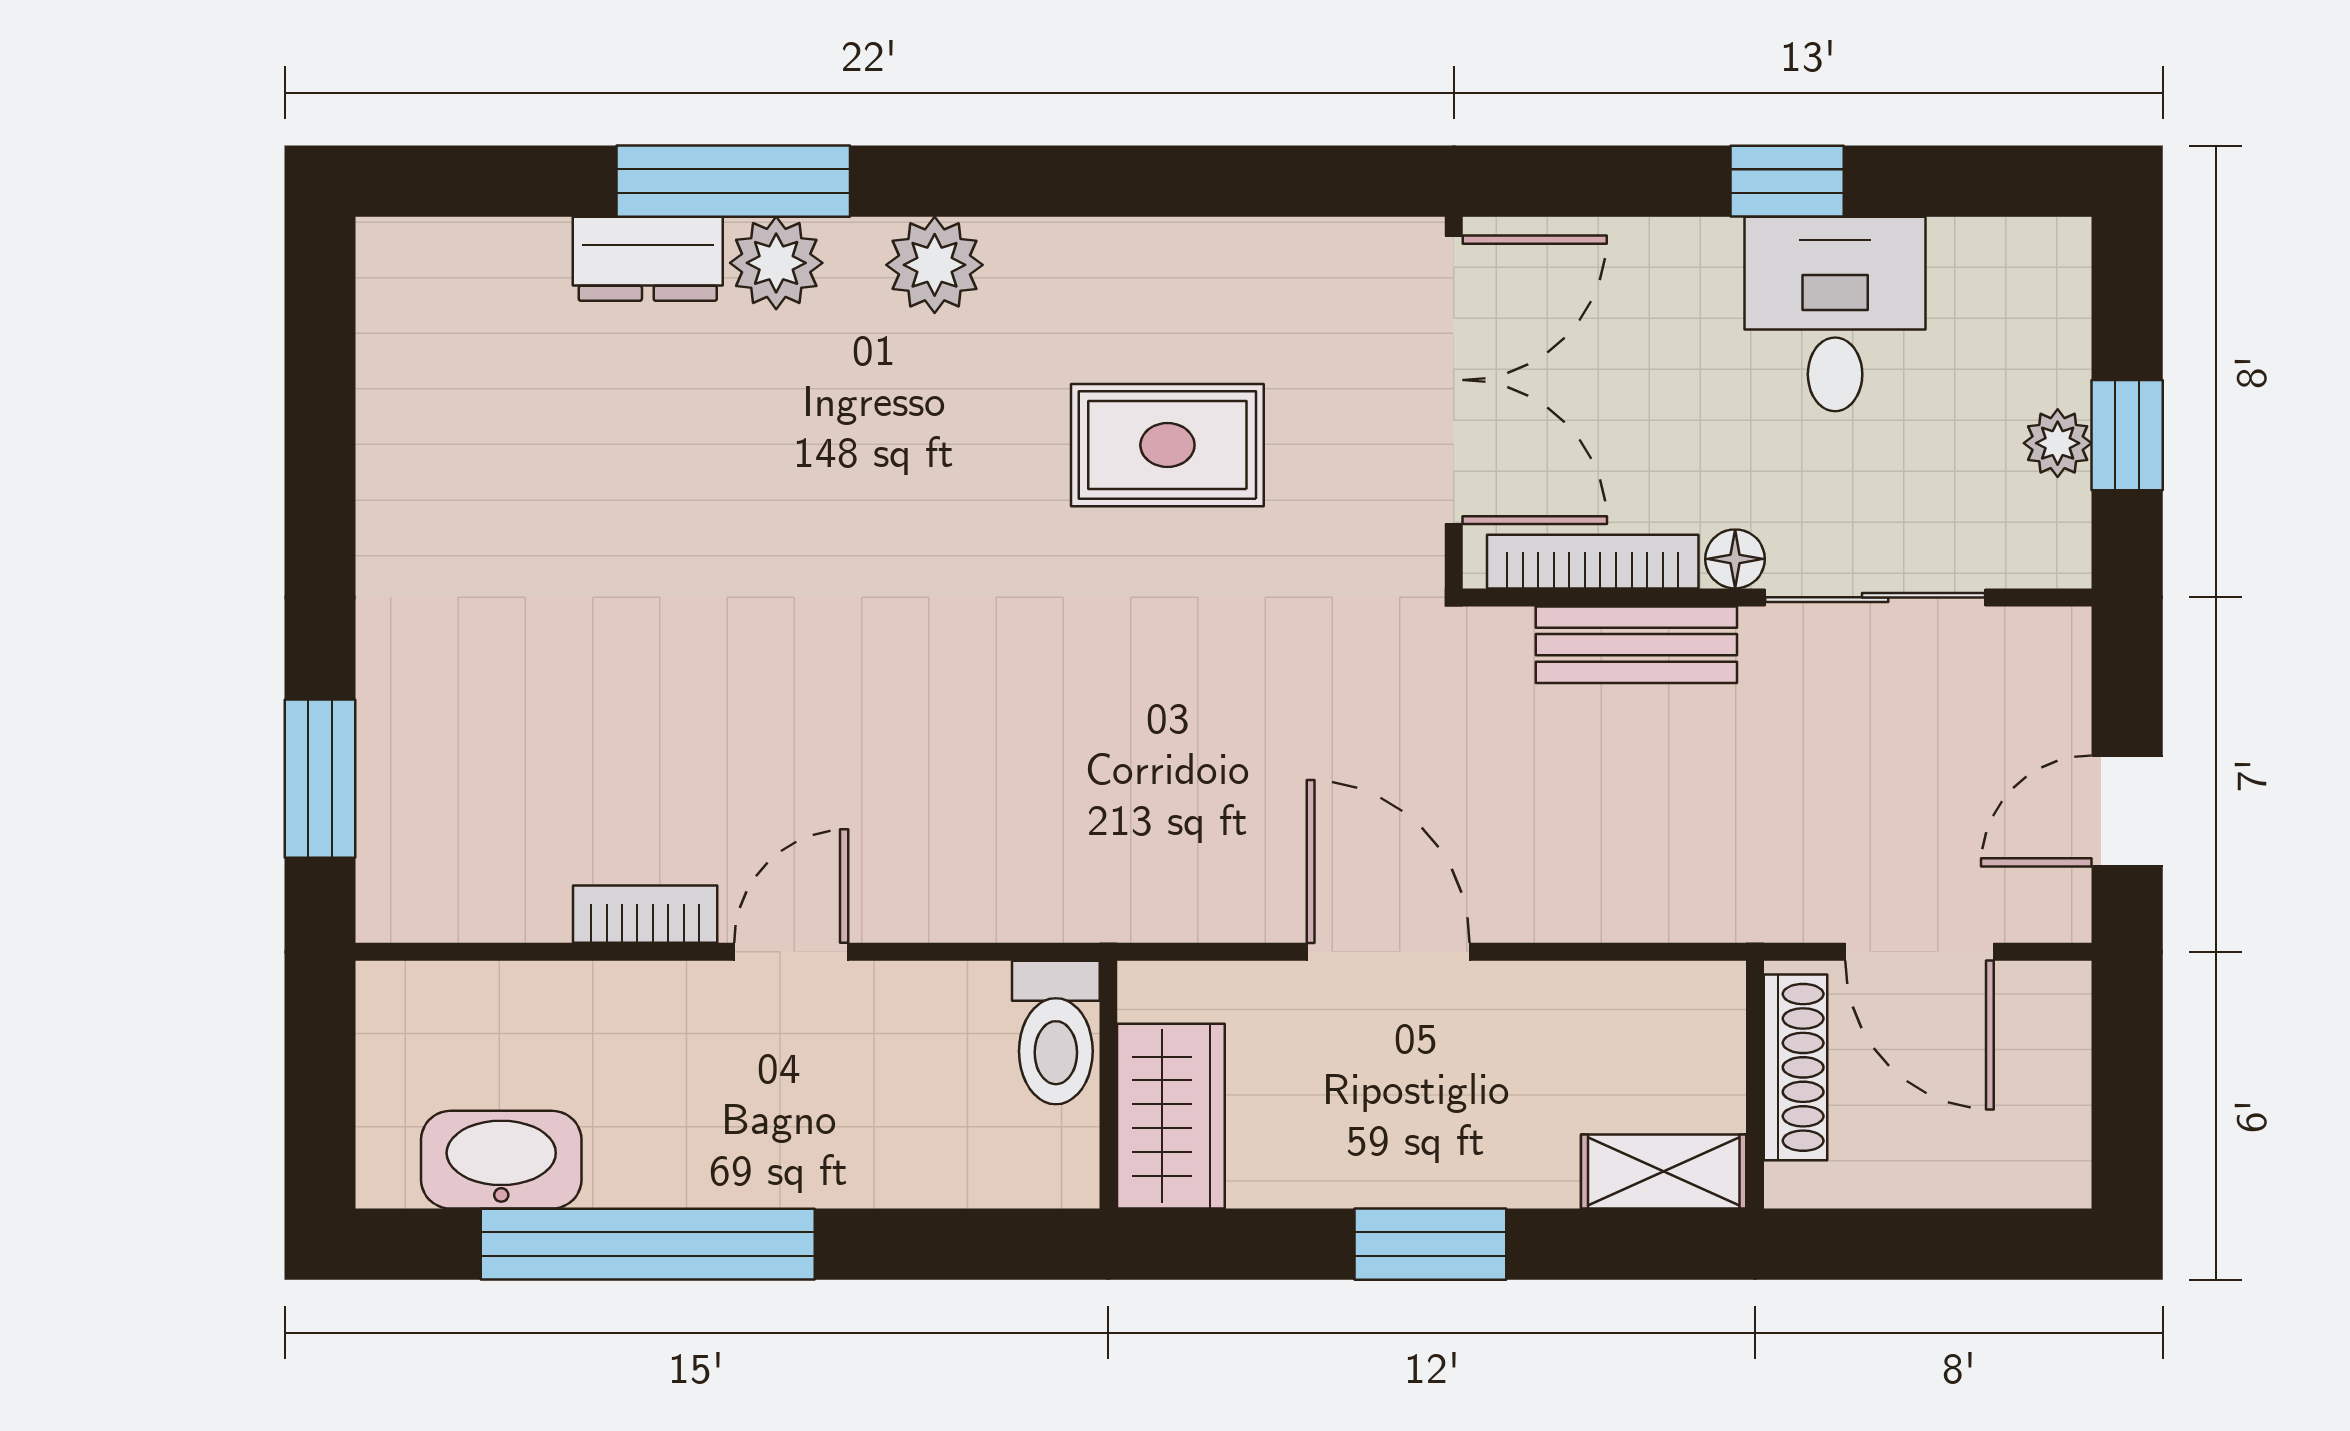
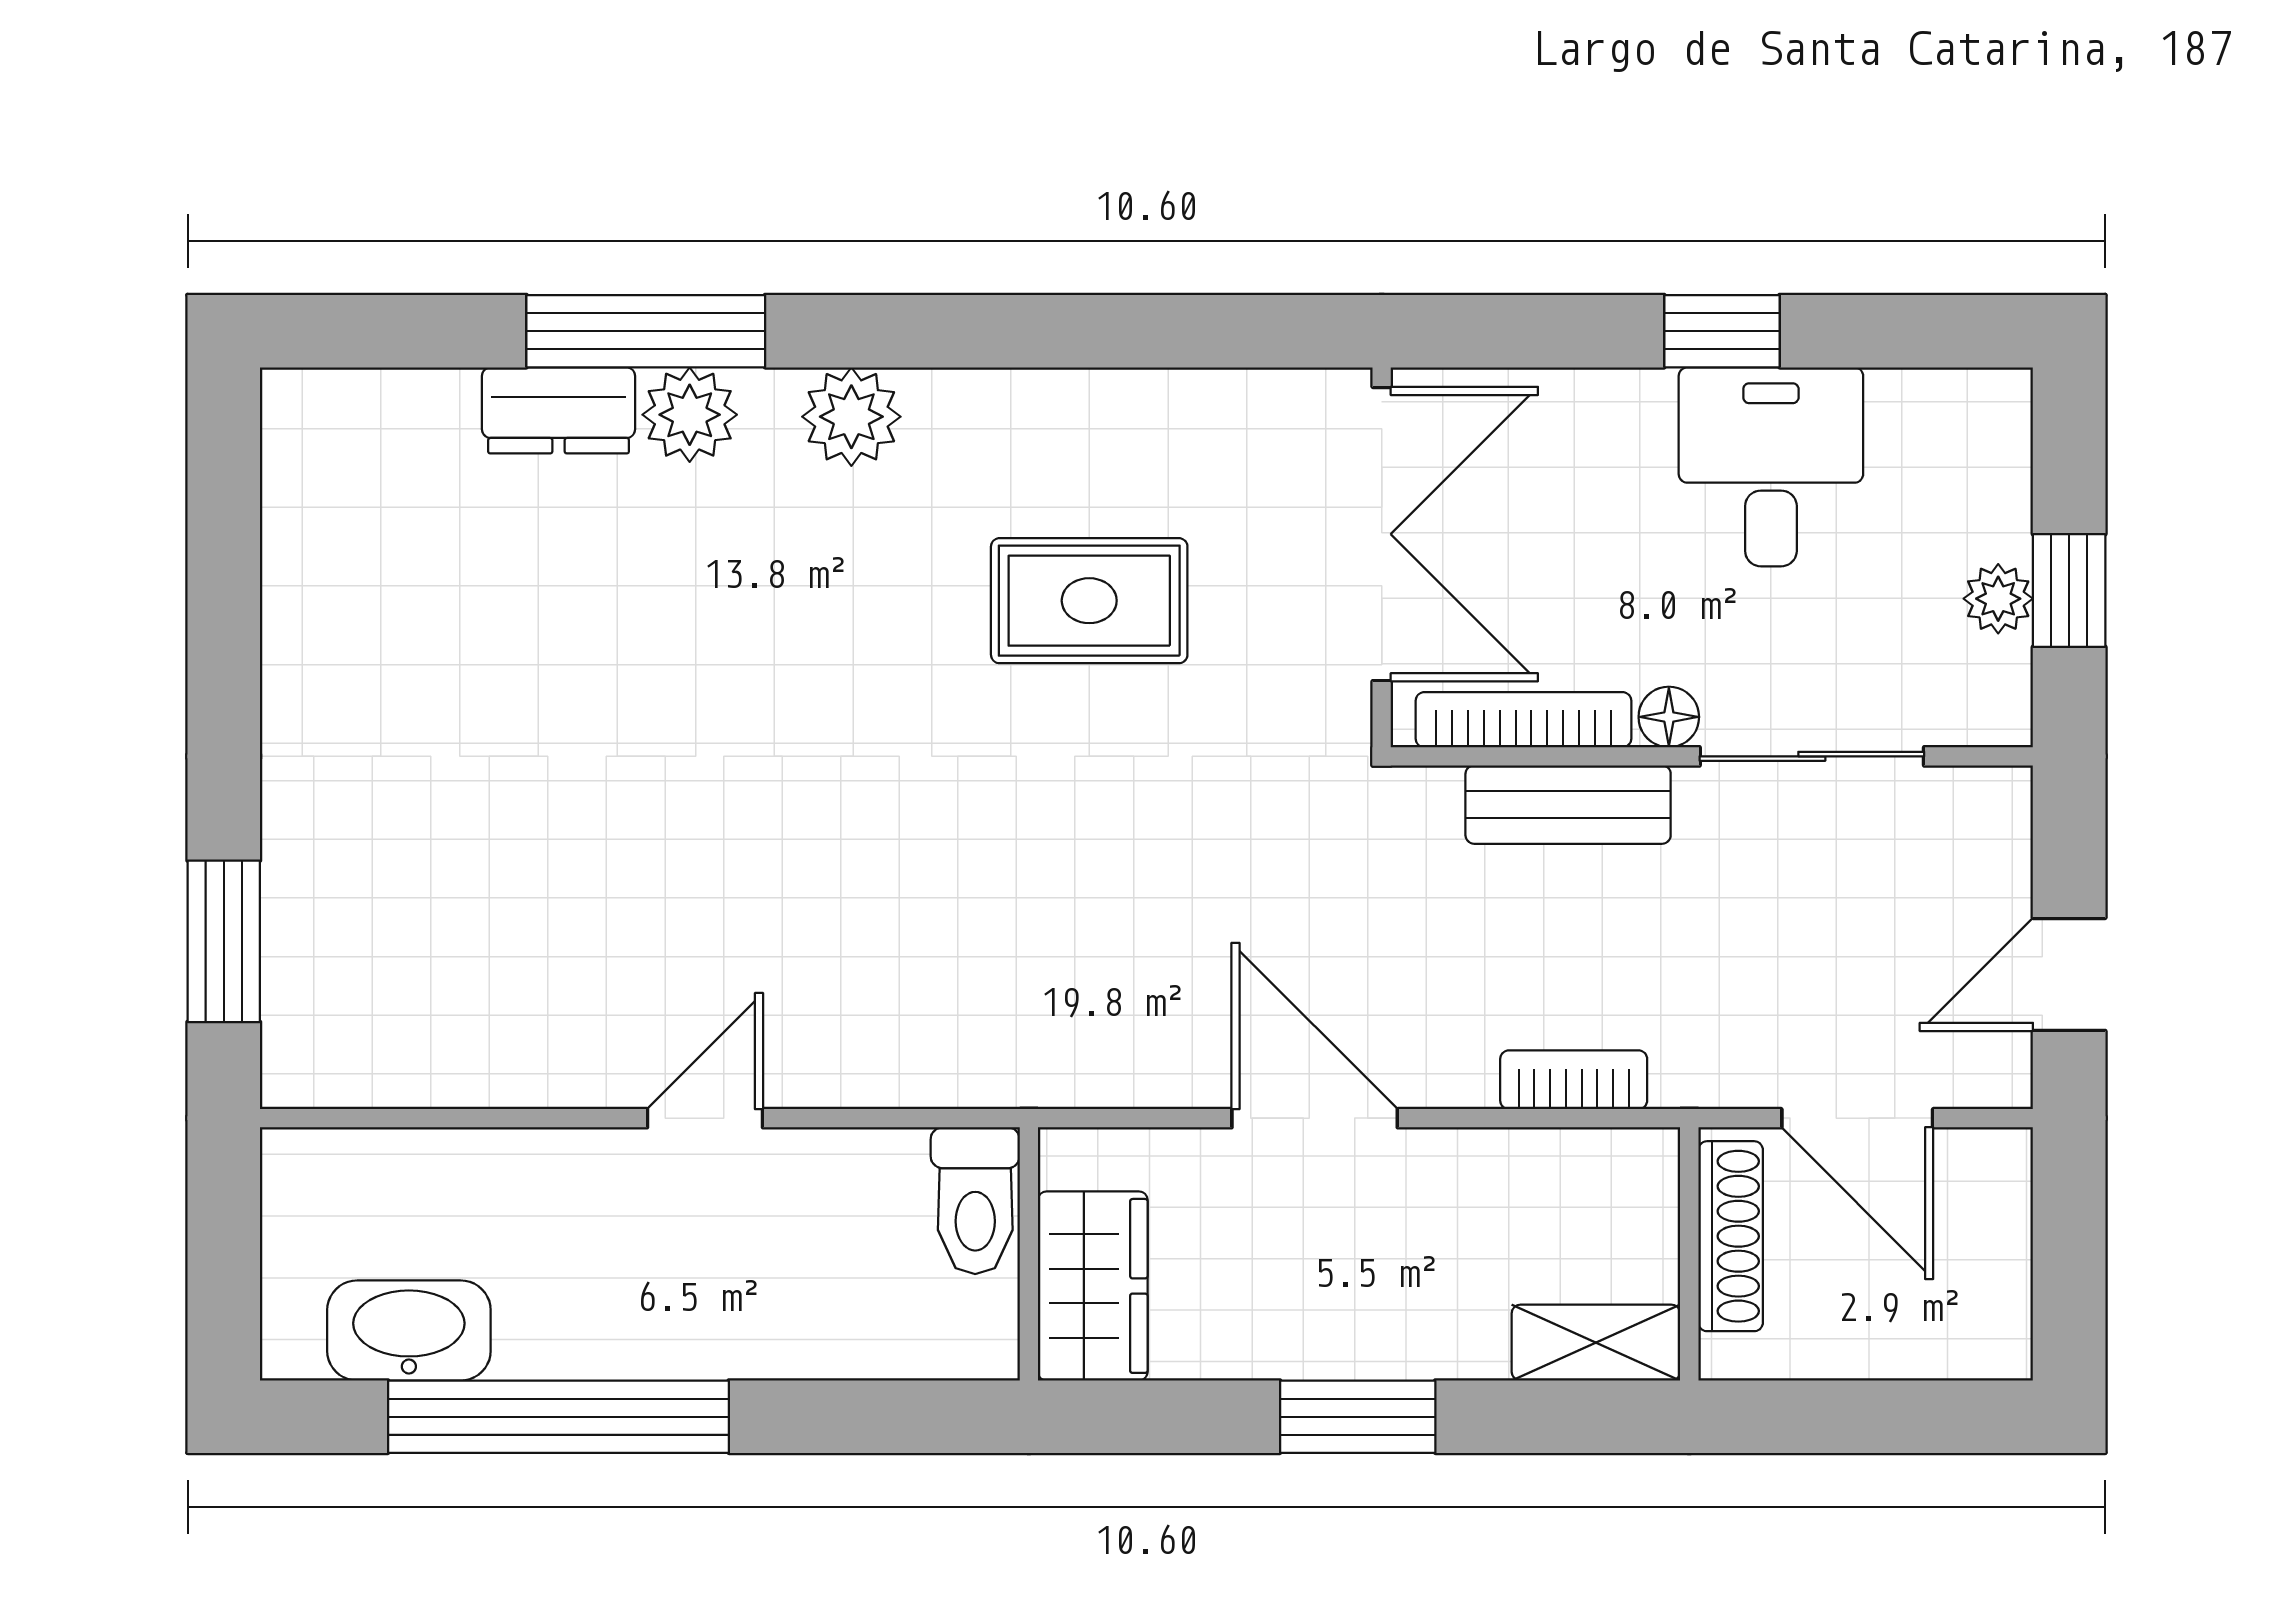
bookcase: (645, 914) -> (1574, 1080), moved

